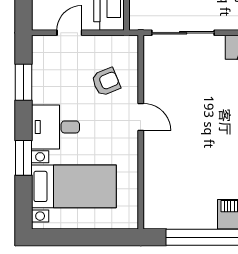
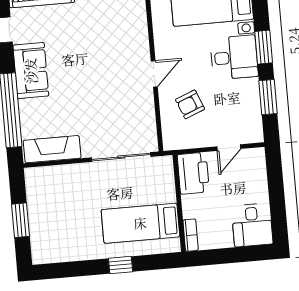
door: (141, 117) -> (154, 74), swing flipped
window: (23, 158) -> (264, 47), moved

